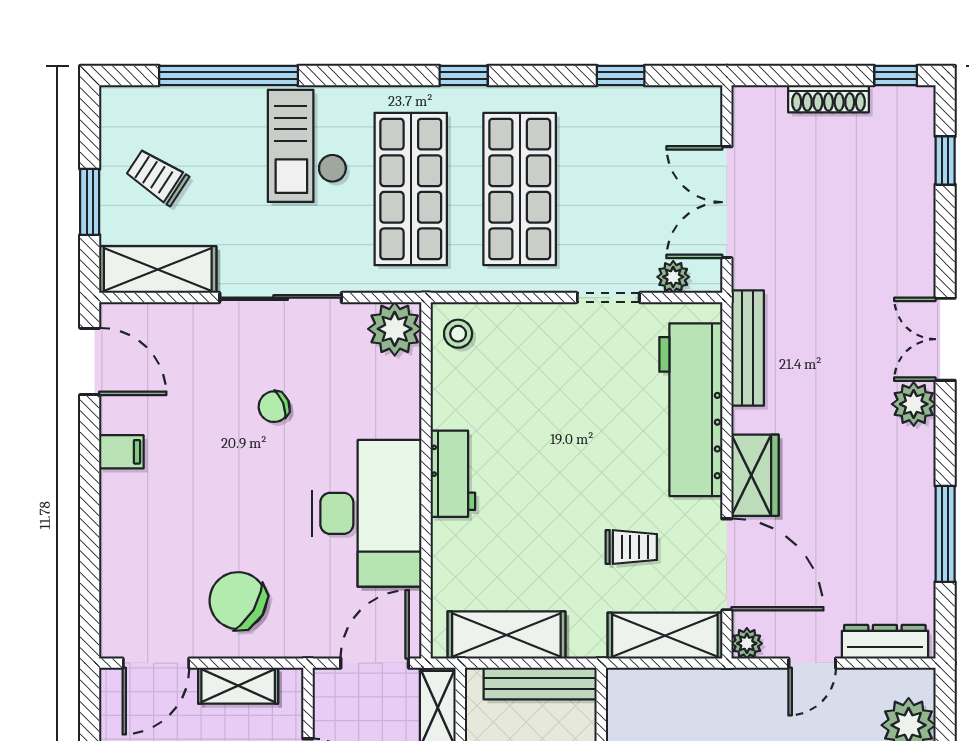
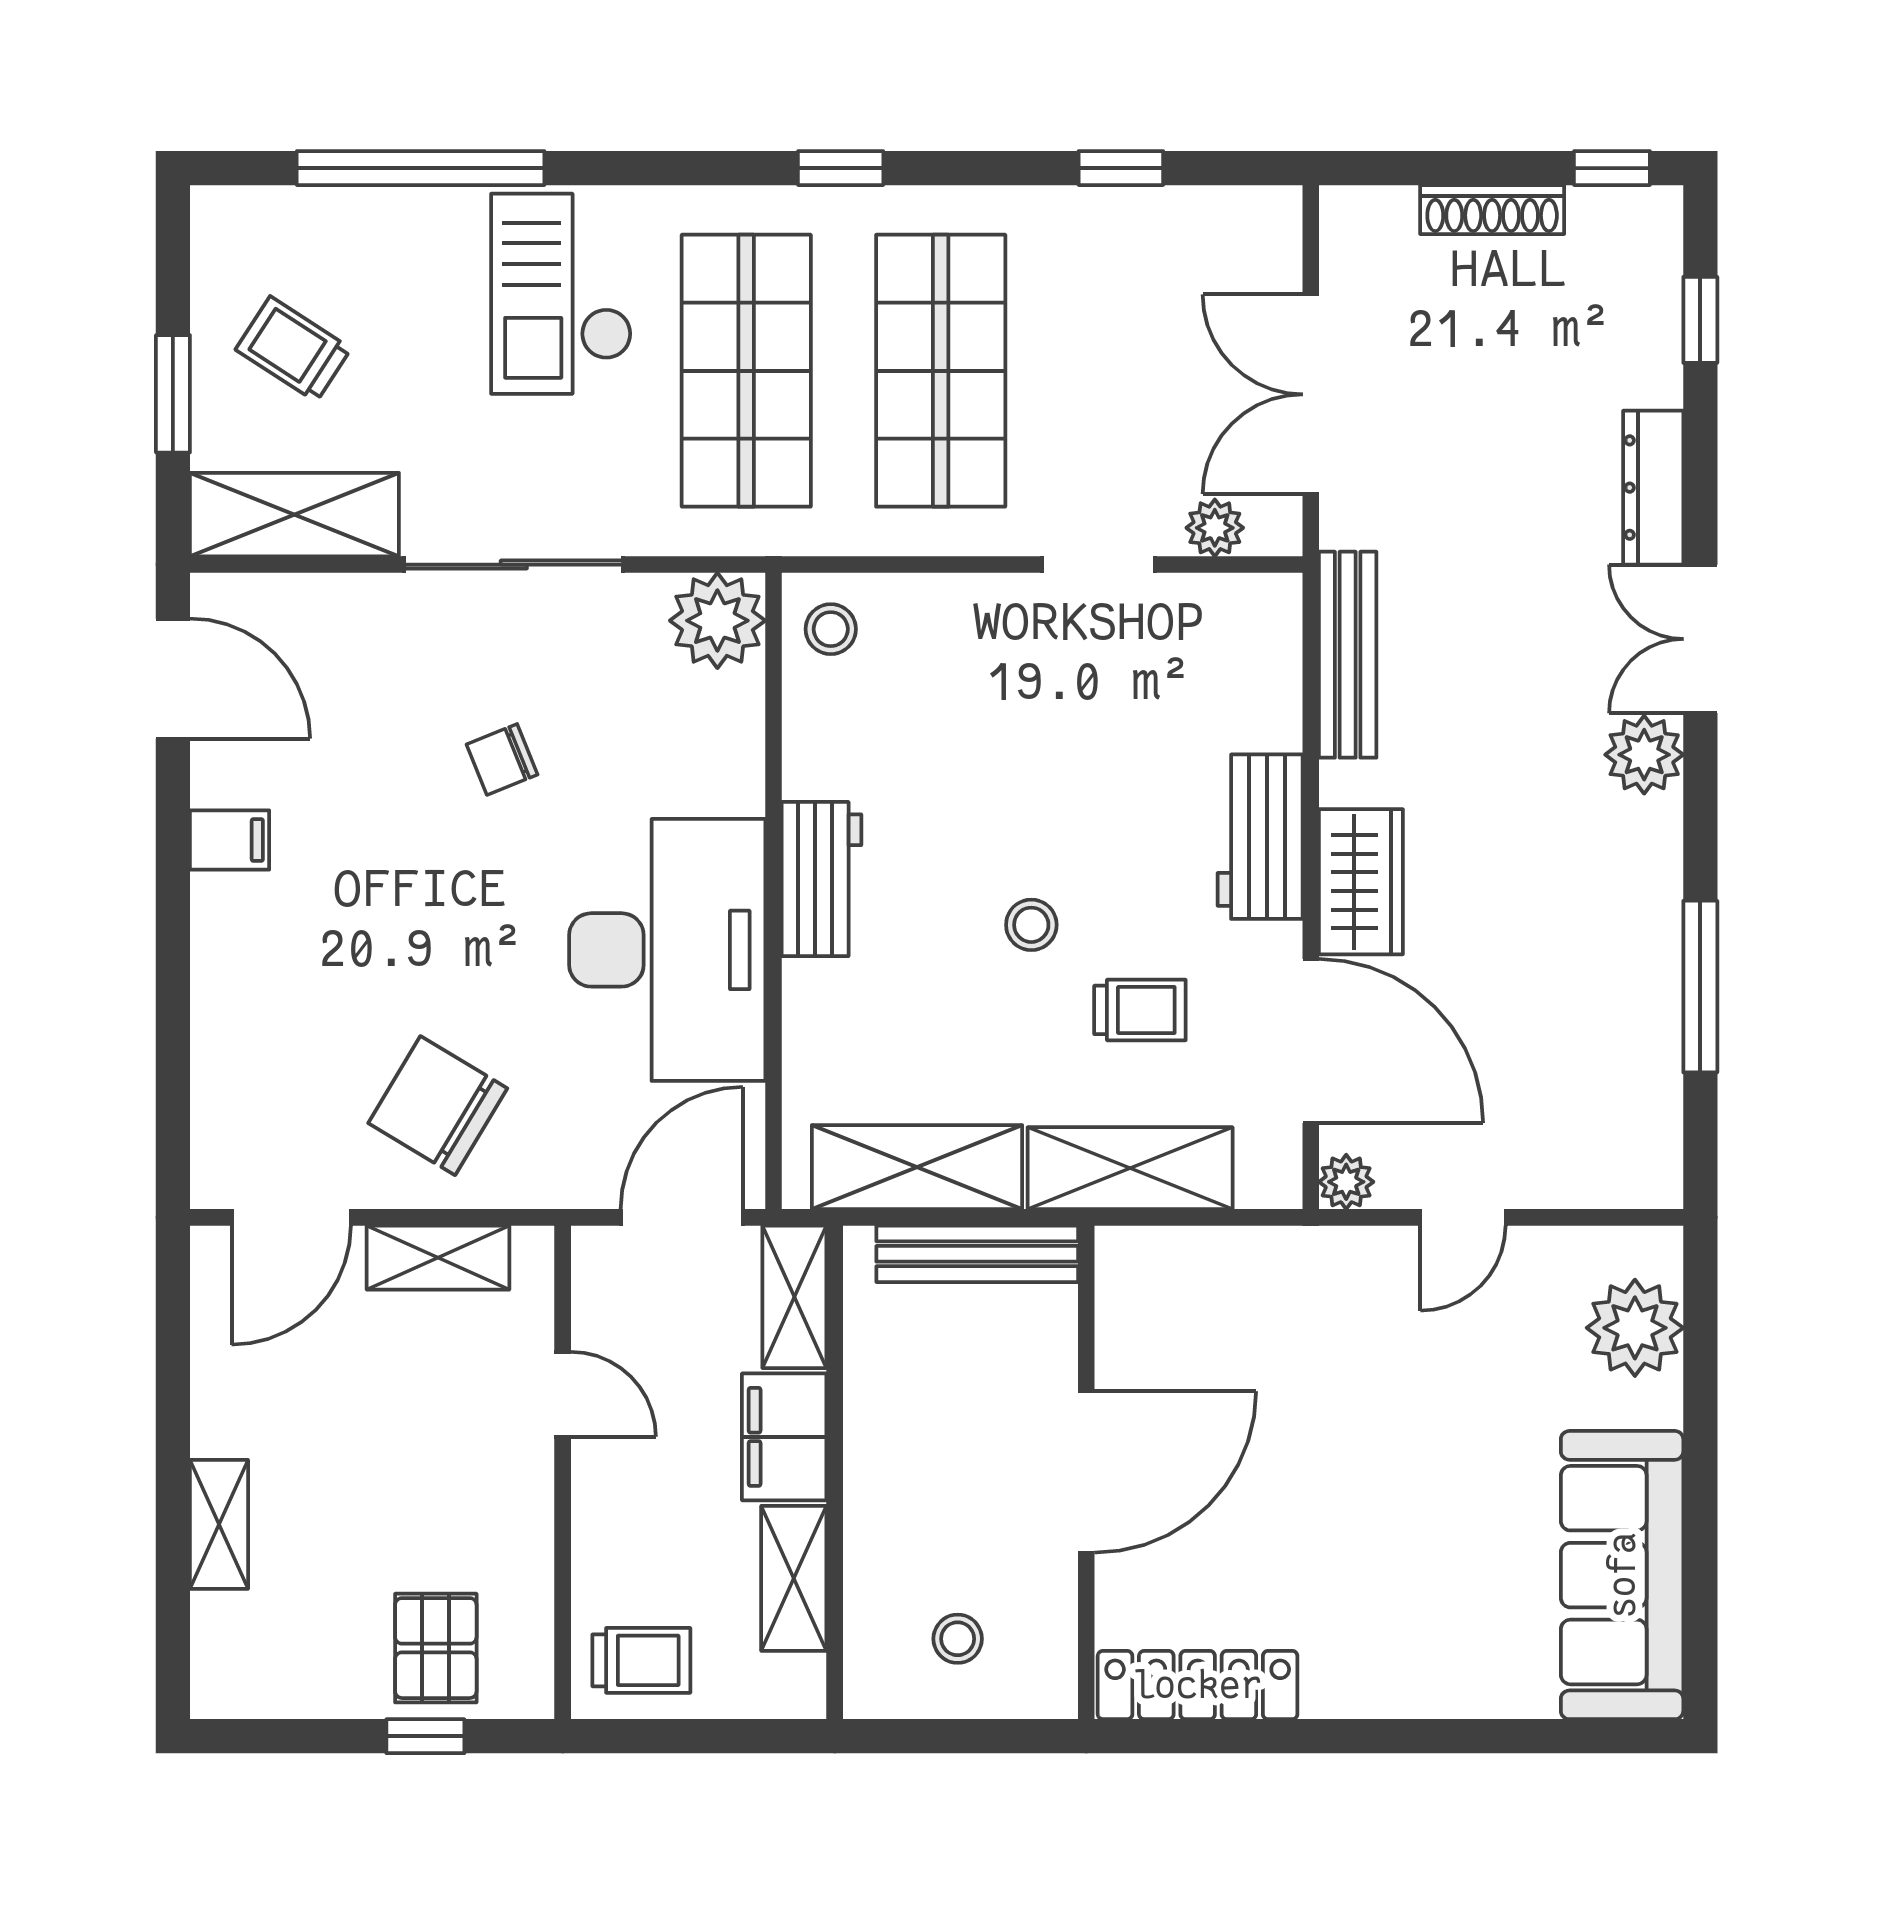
workbench: (691, 410) -> (1260, 837), width x0.53, depth x0.76
stool: (570, 499) -> (1031, 925), added
shelving: (665, 636) -> (1130, 1168), moved
dresser: (885, 642) -> (1653, 488), moved, turned -90

